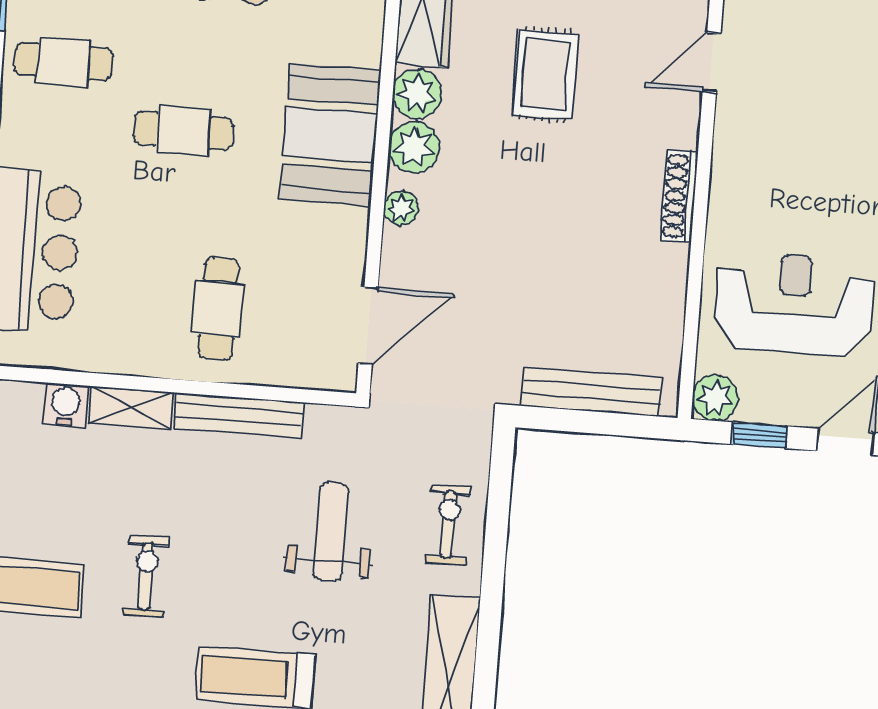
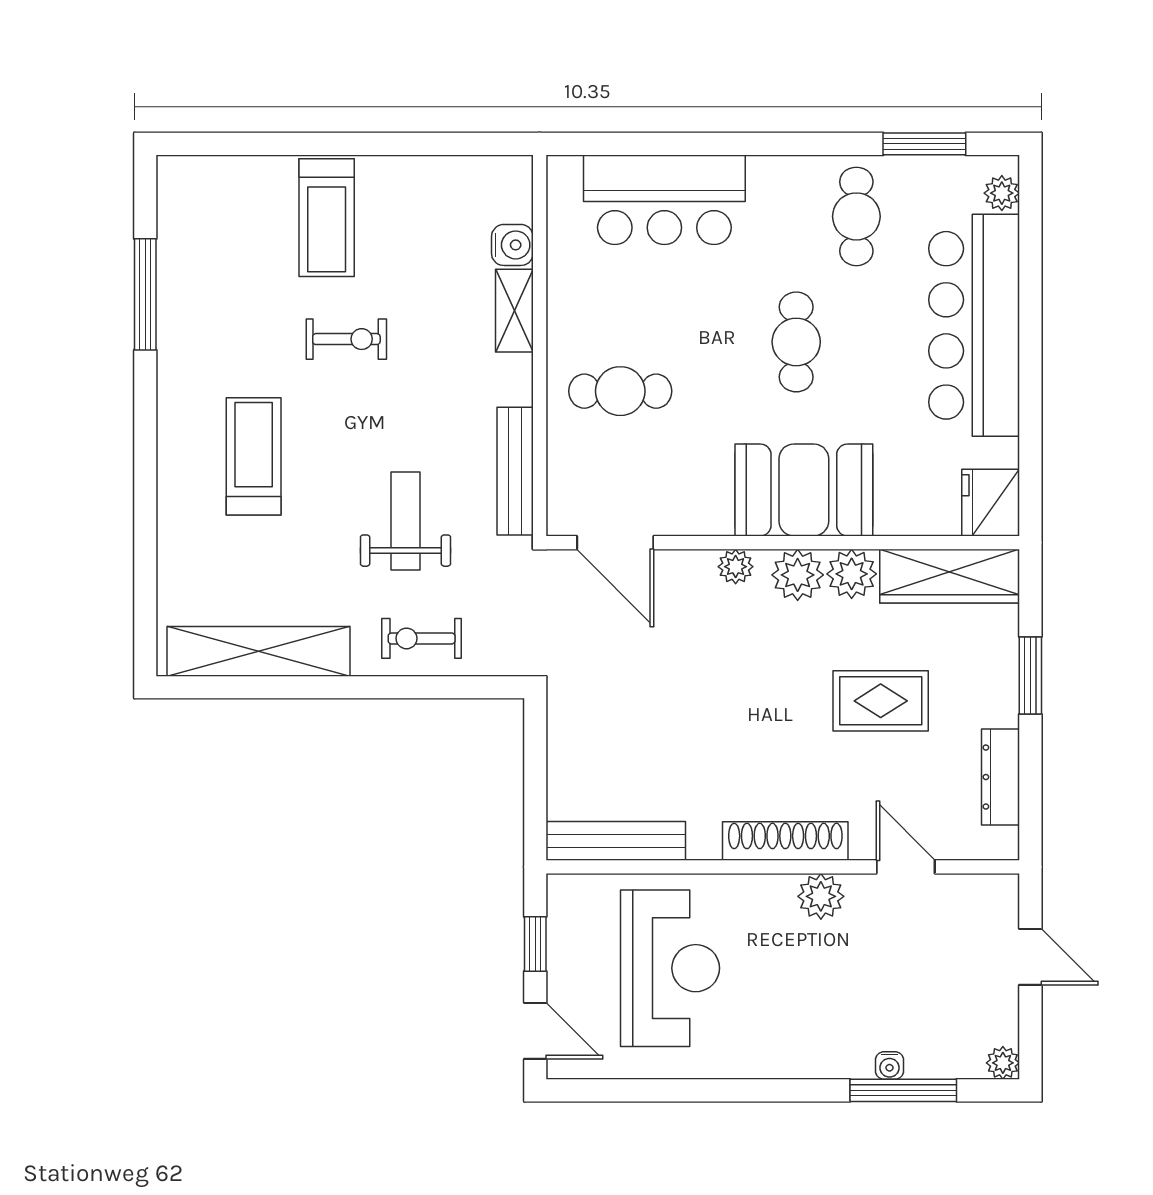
shoe rack: (679, 196) -> (785, 841), width x1.36, depth x1.24
bench: (591, 392) -> (616, 841), moved, turned 90
plant: (715, 398) -> (821, 896), moved
bench: (239, 415) -> (515, 471), moved
exercise bike: (448, 525) -> (422, 638), turned 180
weight bench: (331, 532) -> (405, 521), turned -90

